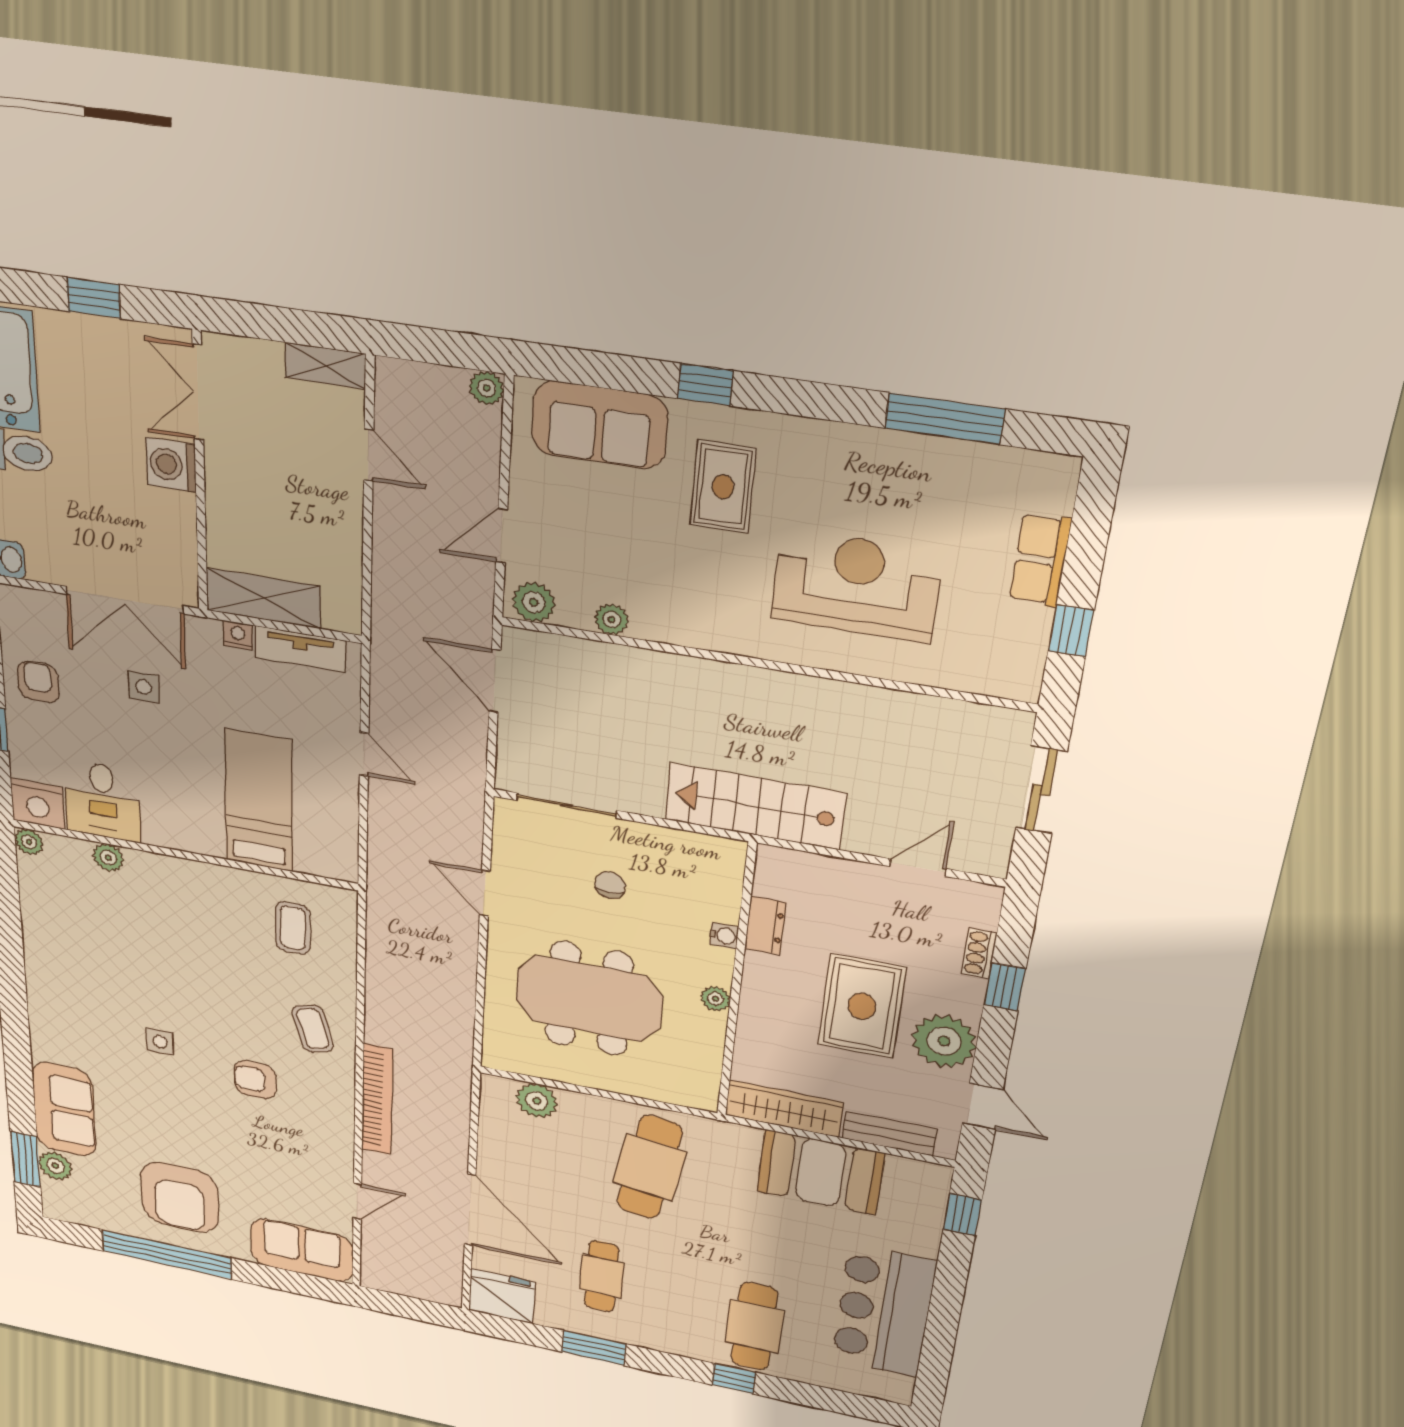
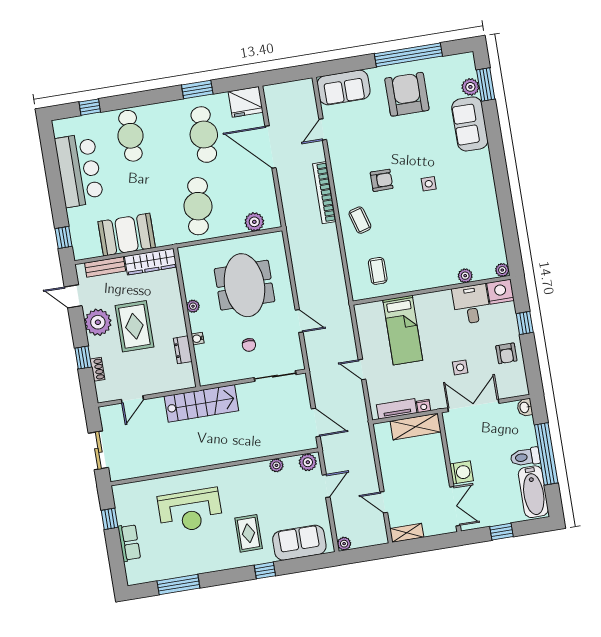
meeting table: (589, 998) -> (244, 285), turned 90
cafe table: (602, 1276) -> (204, 135), width x1.37, depth x1.35
window: (734, 1379) -> (90, 107), moved

